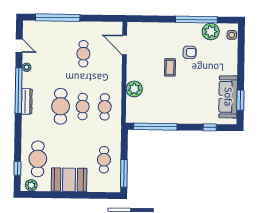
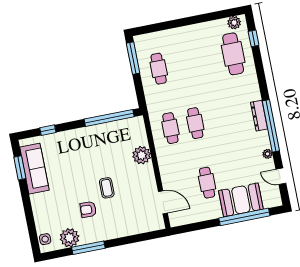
window: (196, 20) -> (88, 248), width x0.68
cafe table: (61, 106) -> (220, 118), removed
booth: (69, 180) -> (241, 200), moved

